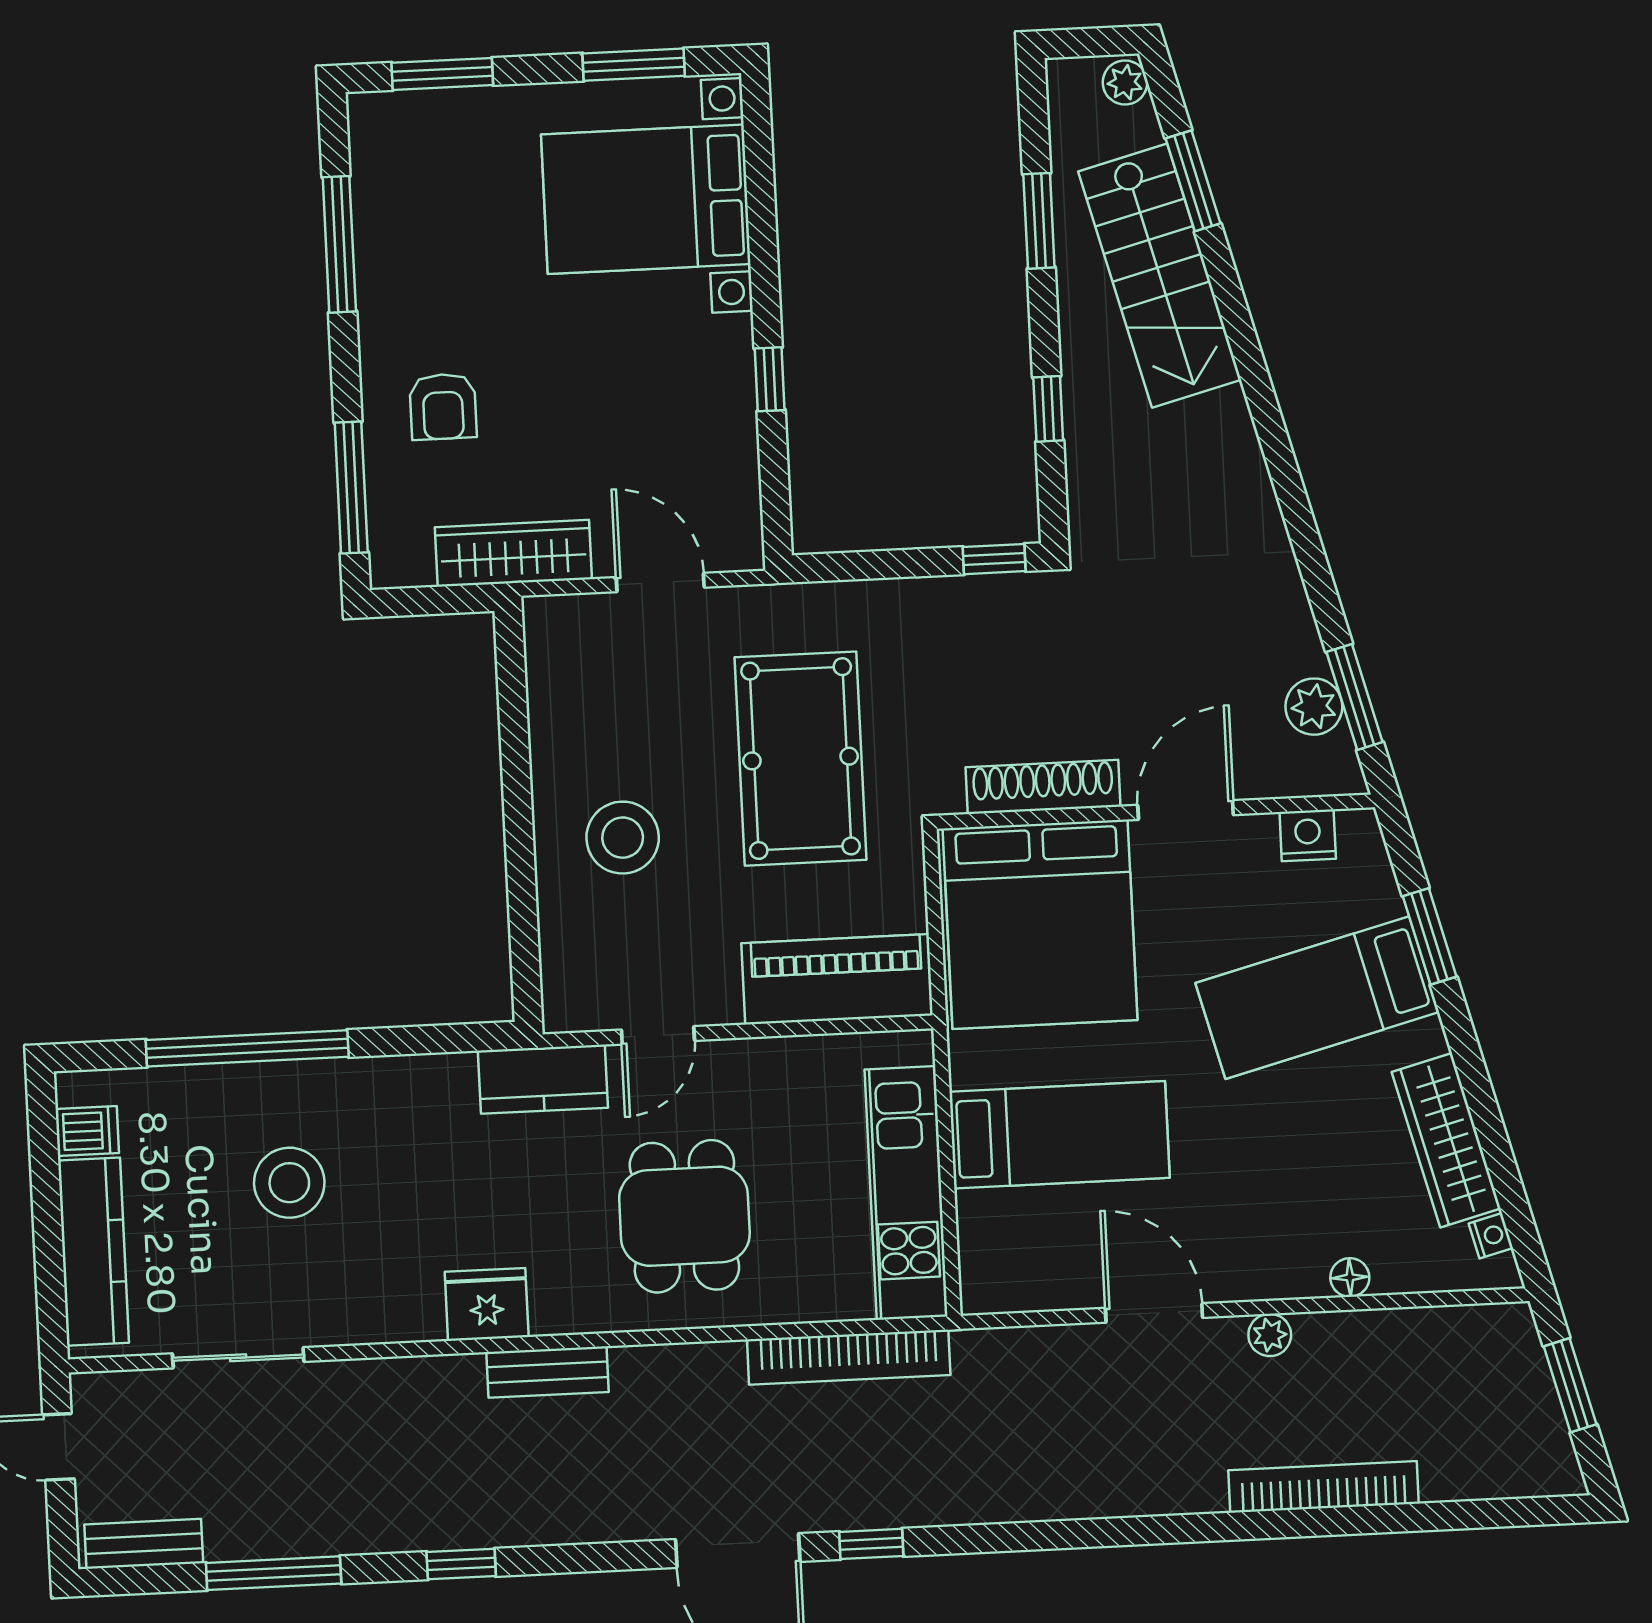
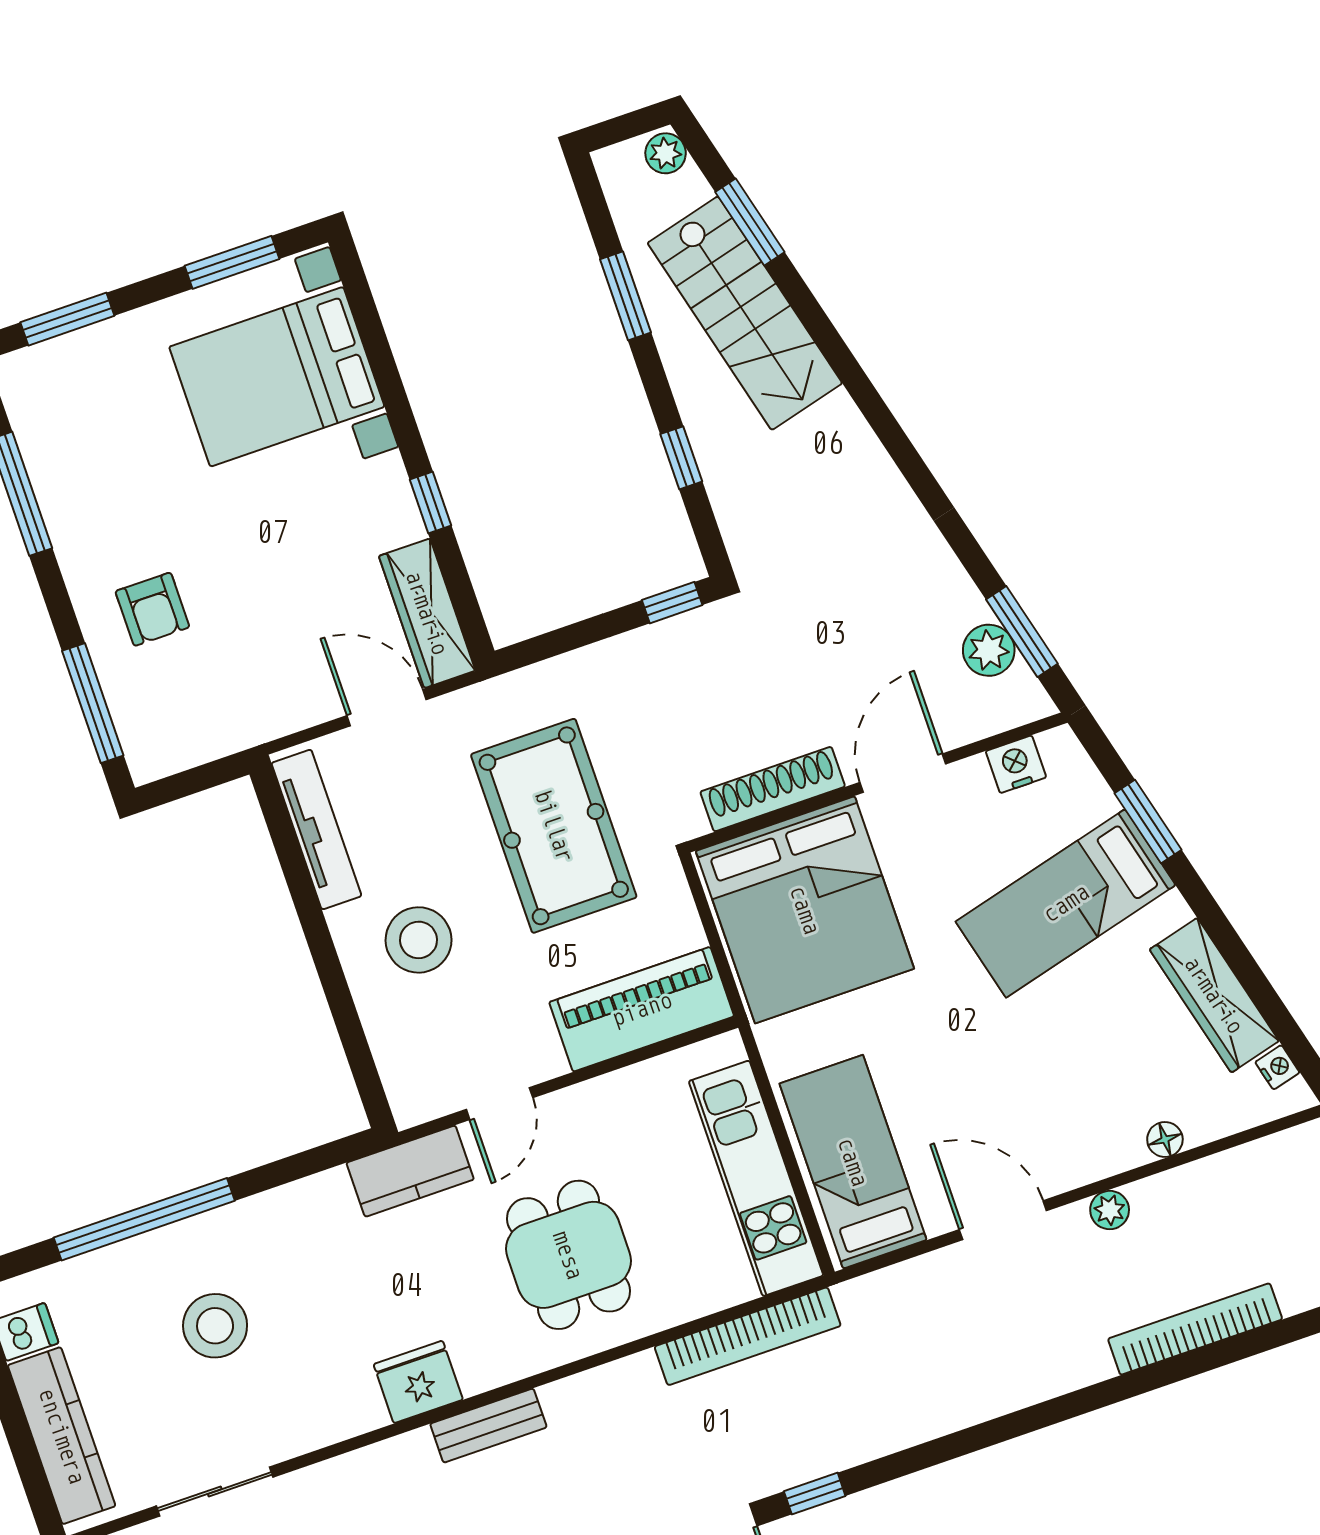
wardrobe: (513, 553) -> (427, 613), moved, turned -90
tv unit: (549, 690) -> (316, 830), added
bed: (1060, 1135) -> (853, 1162), moved, turned -90

